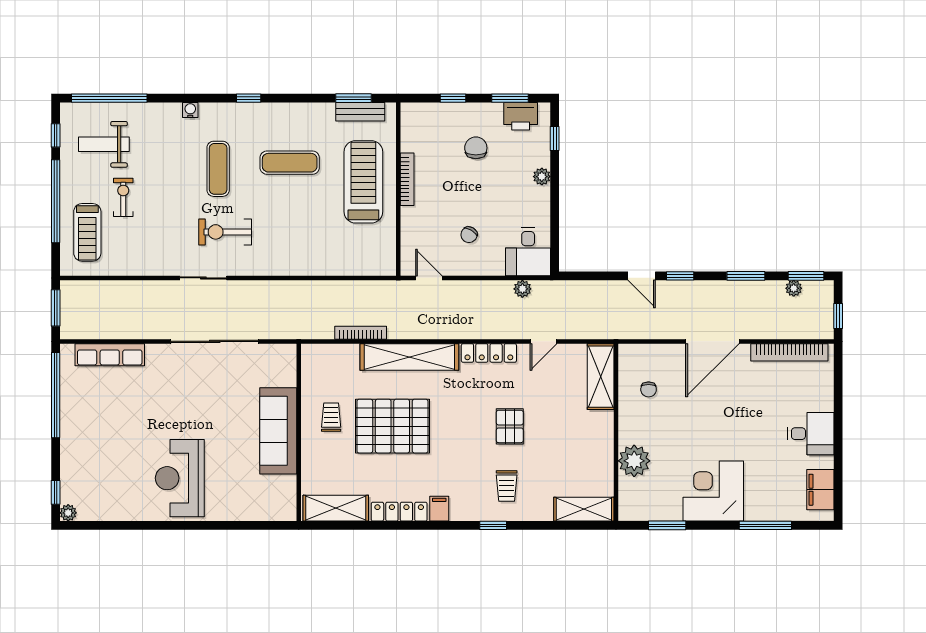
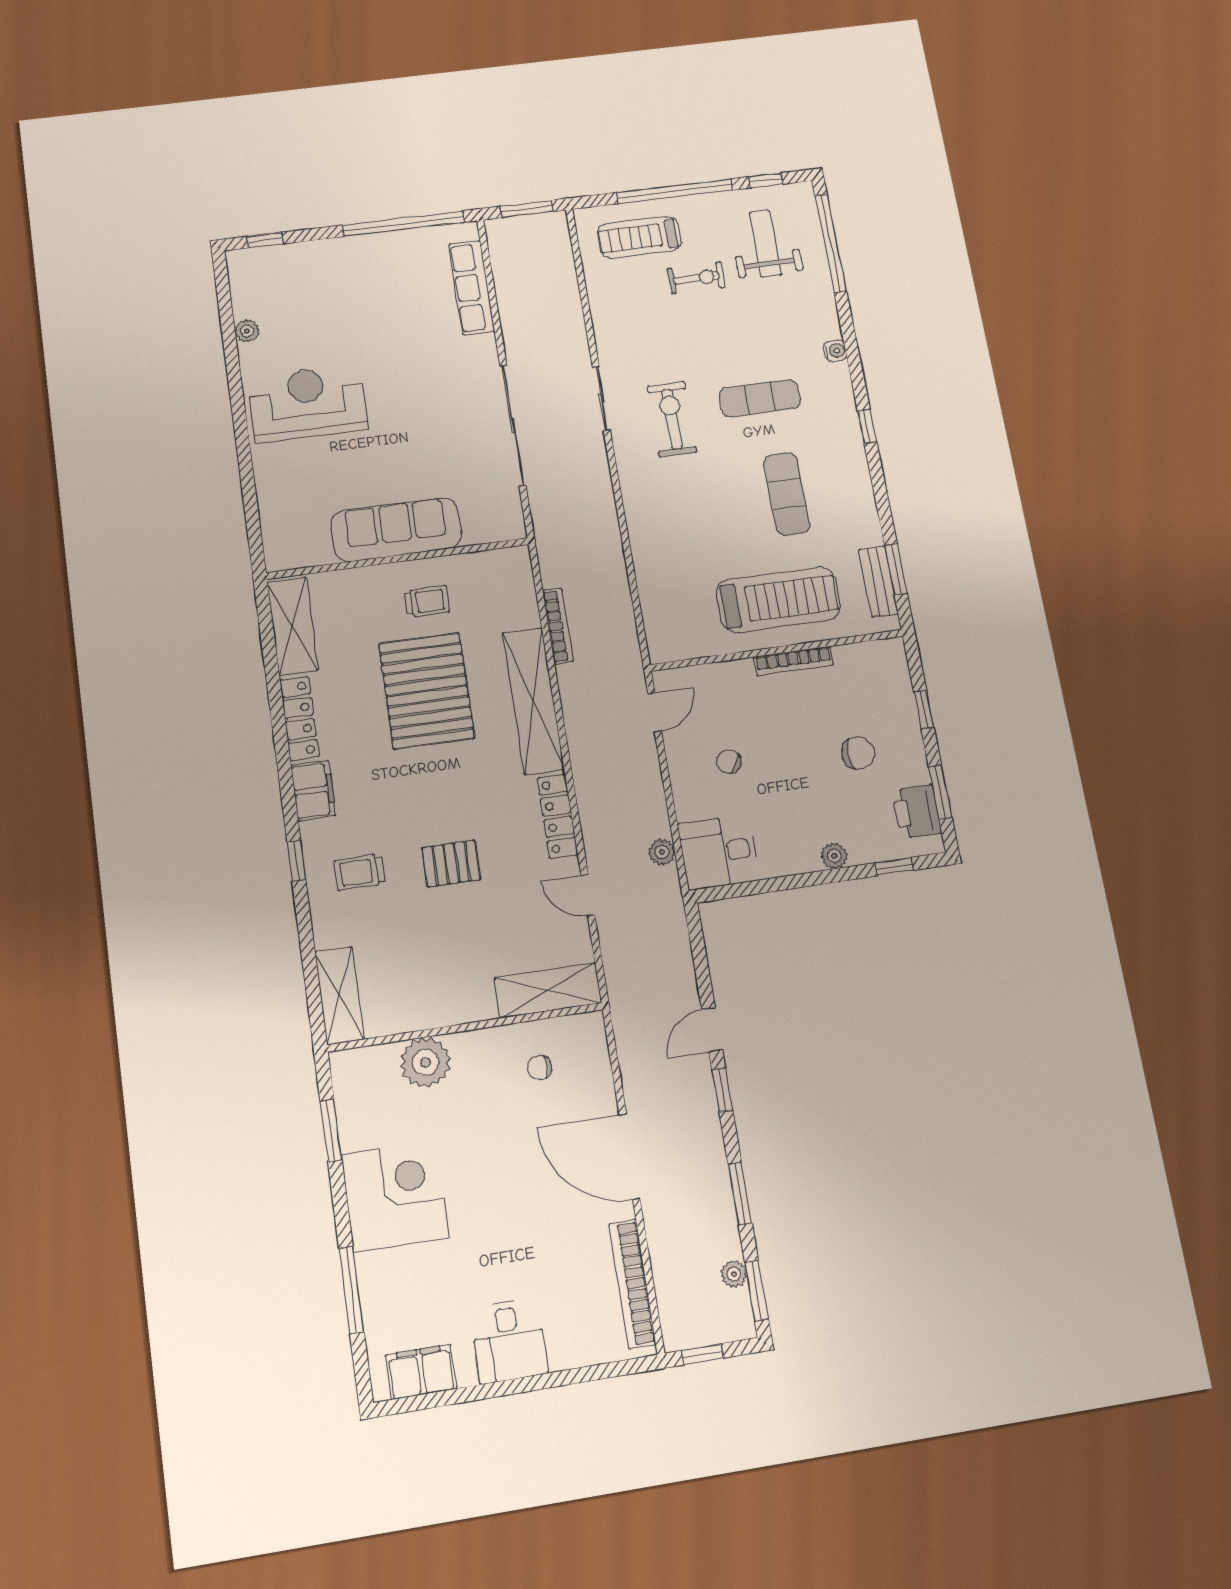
filing cabinet: (439, 509) -> (313, 791), width x2.00
plant: (68, 513) -> (247, 331), moved

